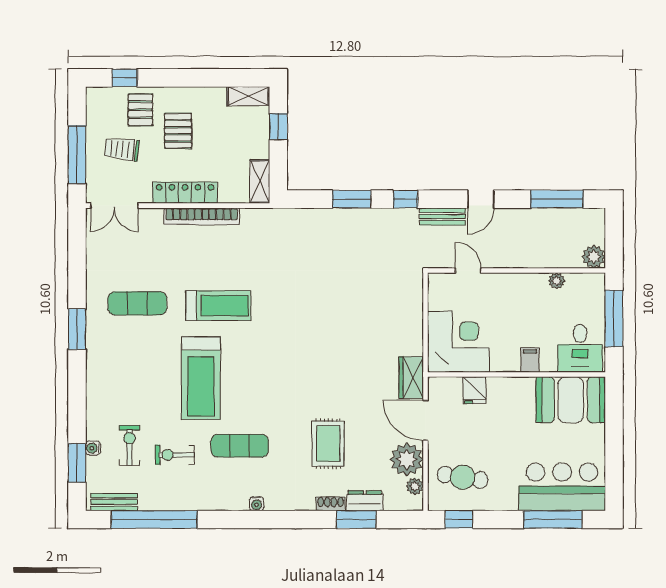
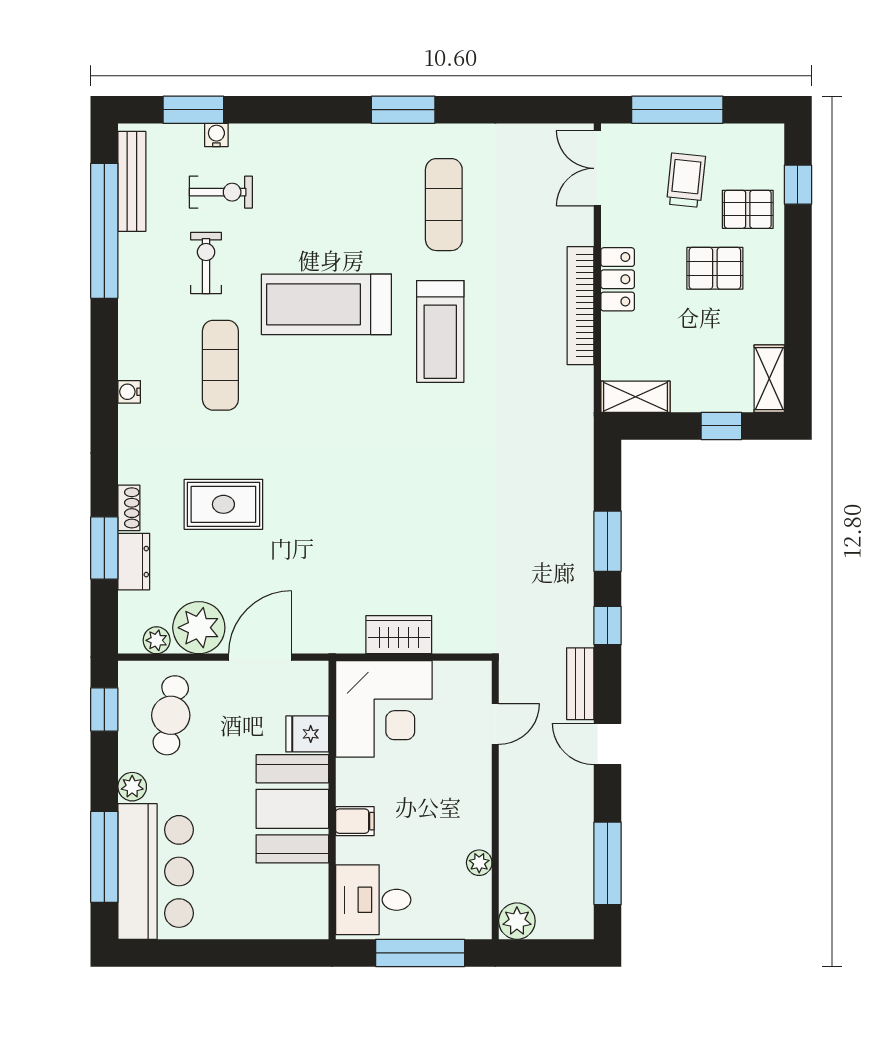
locker: (185, 193) -> (618, 279), width x0.66
wardrobe: (411, 378) -> (399, 635), moved
booth: (571, 400) -> (292, 809), moved
bench: (114, 502) -> (132, 181), width x1.36
plant: (508, 502) -> (132, 787), added

